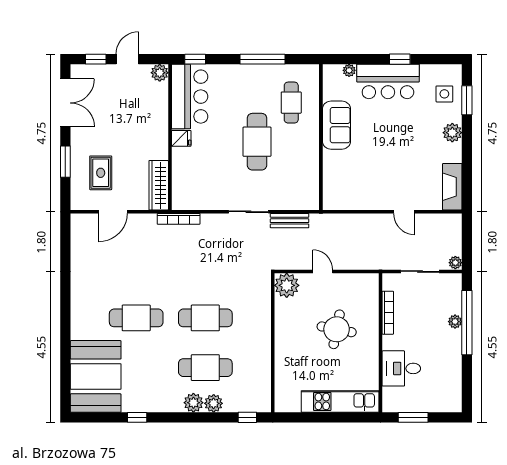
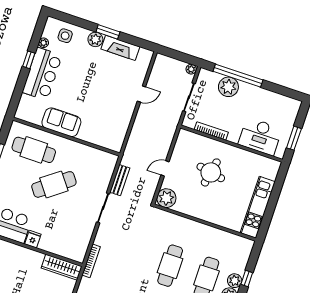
plant: (349, 70) -> (44, 43), moved
window: (467, 100) -> (108, 32), moved
cafe table: (291, 103) -> (34, 150), width x1.37, depth x1.35
cafe table: (257, 142) -> (54, 184), turned -37
fireplace: (452, 187) -> (120, 48), moved
plant: (455, 322) -> (228, 87), width x1.87, depth x1.87
desk: (401, 368) -> (260, 136), width x1.37
kitchen unit: (340, 401) -> (258, 207), moved
window: (247, 417) -> (247, 279), moved

